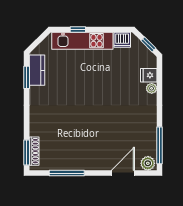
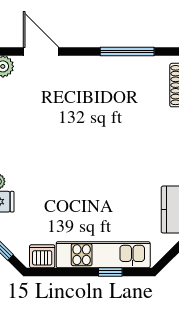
door: (123, 173) -> (41, 51), swing flipped

